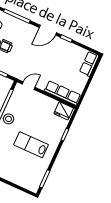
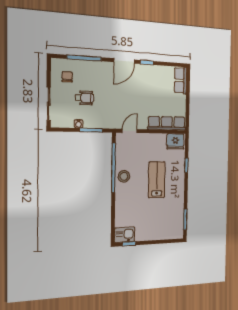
lab bench: (31, 145) -> (157, 180), moved, turned 90

